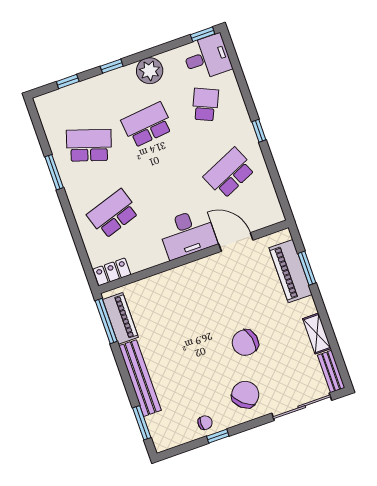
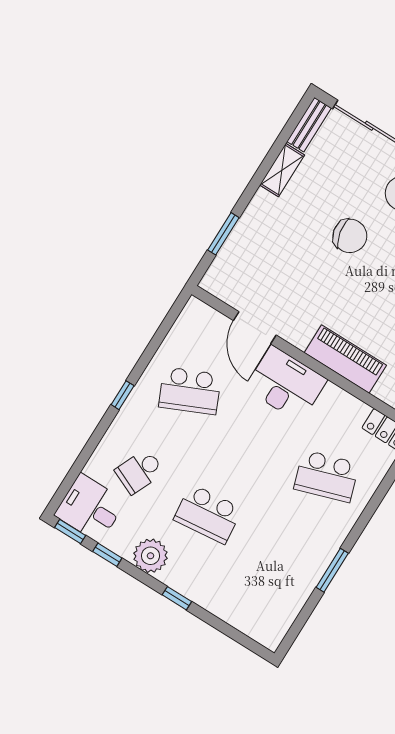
window: (68, 82) -> (107, 555), moved
school desk: (89, 145) -> (276, 557), removed
piano: (291, 271) -> (345, 359), moved, turned -90

